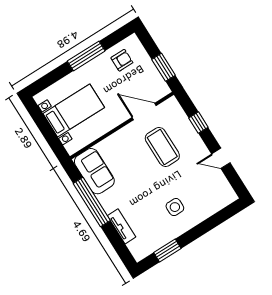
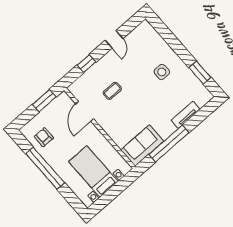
window: (86, 56) -> (45, 168), width x1.46
coffee table: (162, 147) -> (112, 91), width x0.54, depth x0.58

